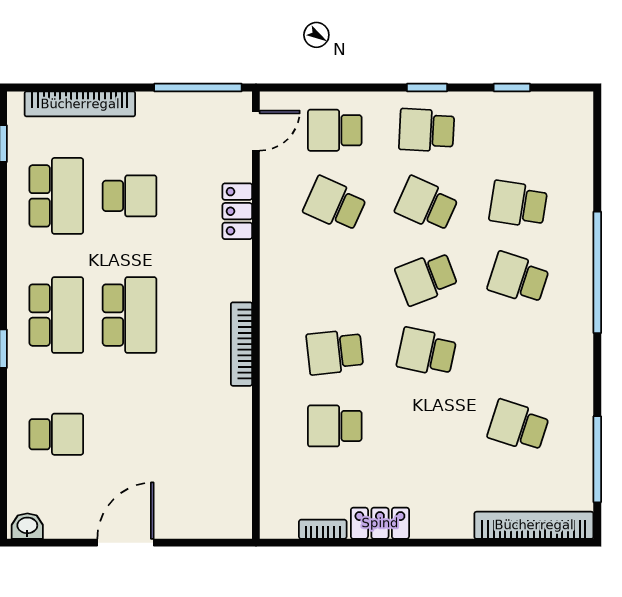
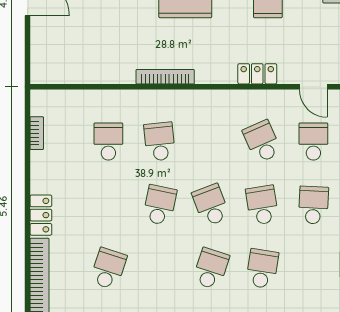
school desk: (335, 204) -> (262, 141), turned -48
school desk: (427, 204) -> (262, 205), turned -33
locker: (380, 523) -> (41, 215), moved

